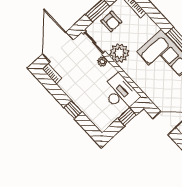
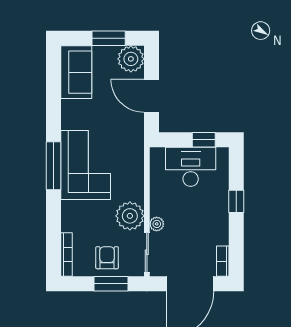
desk: (120, 93) -> (191, 167), moved, turned 90
window: (127, 117) -> (204, 140), moved

